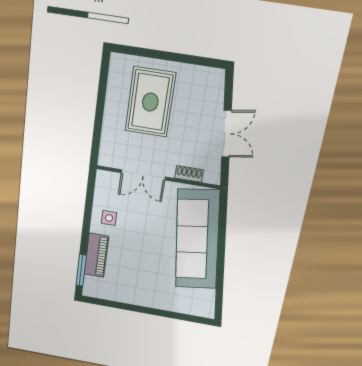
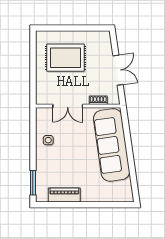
rug: (150, 102) -> (65, 58), turned 90
piano: (96, 255) -> (64, 195), moved, turned -90

